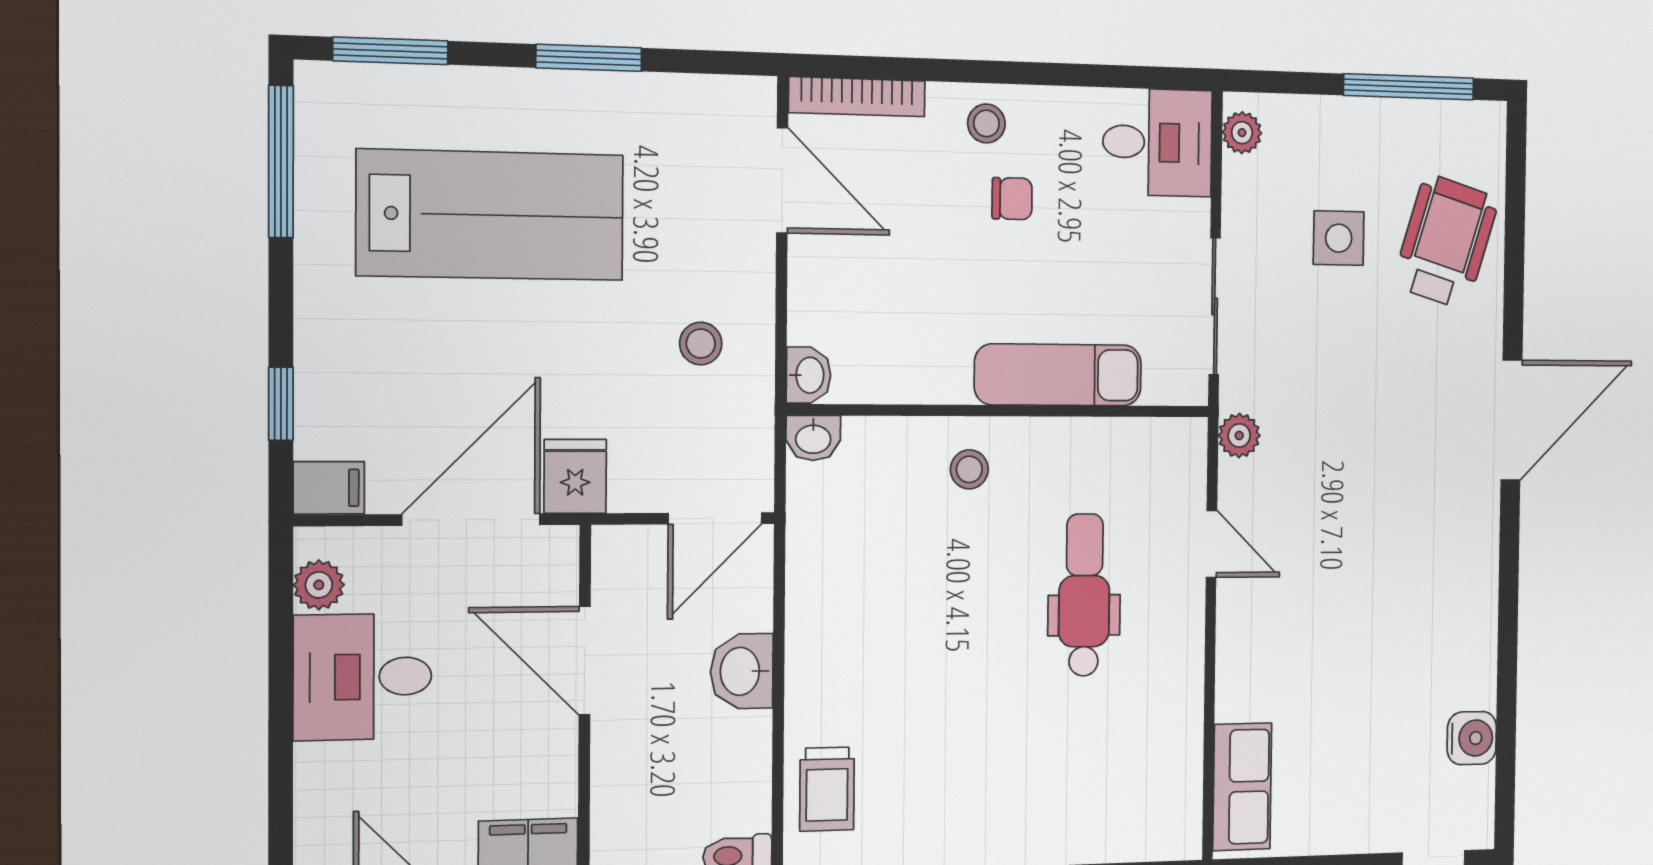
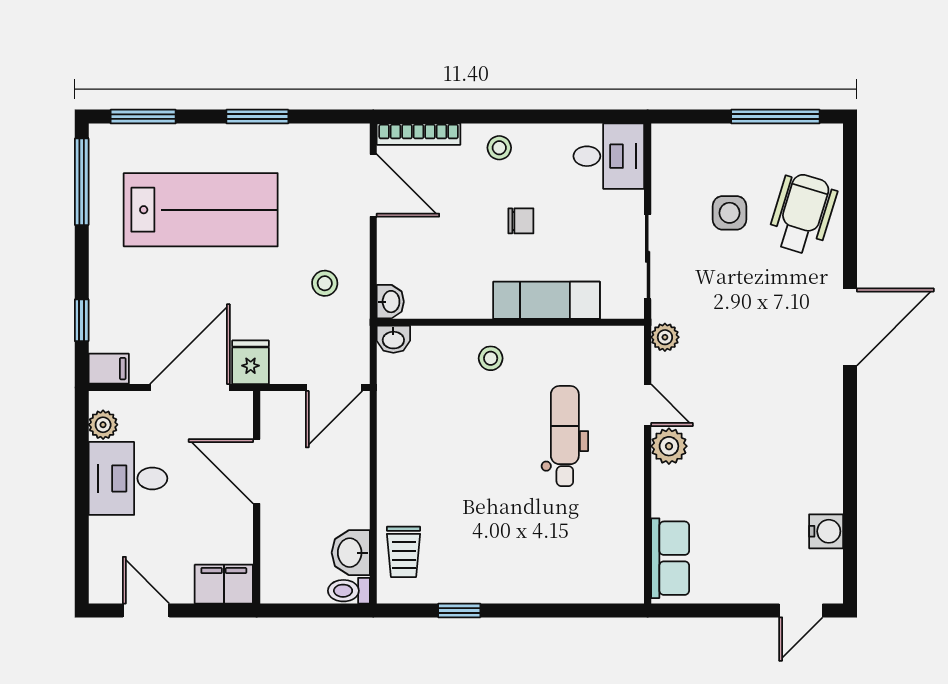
plant: (1242, 133) -> (669, 446), moved, width x1.38, depth x1.38
chair: (1012, 199) -> (521, 221), moved
washbasin: (742, 671) -> (351, 553), moved

